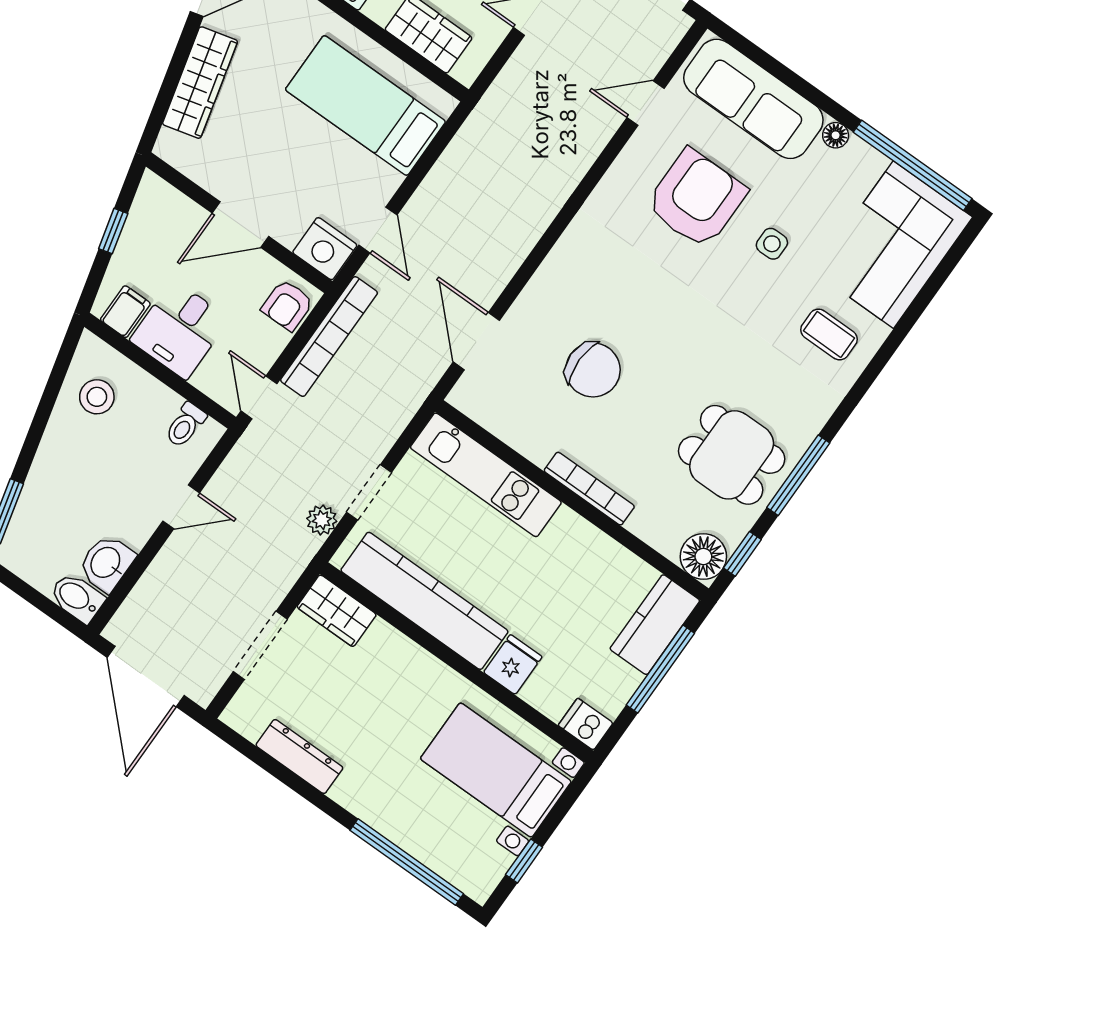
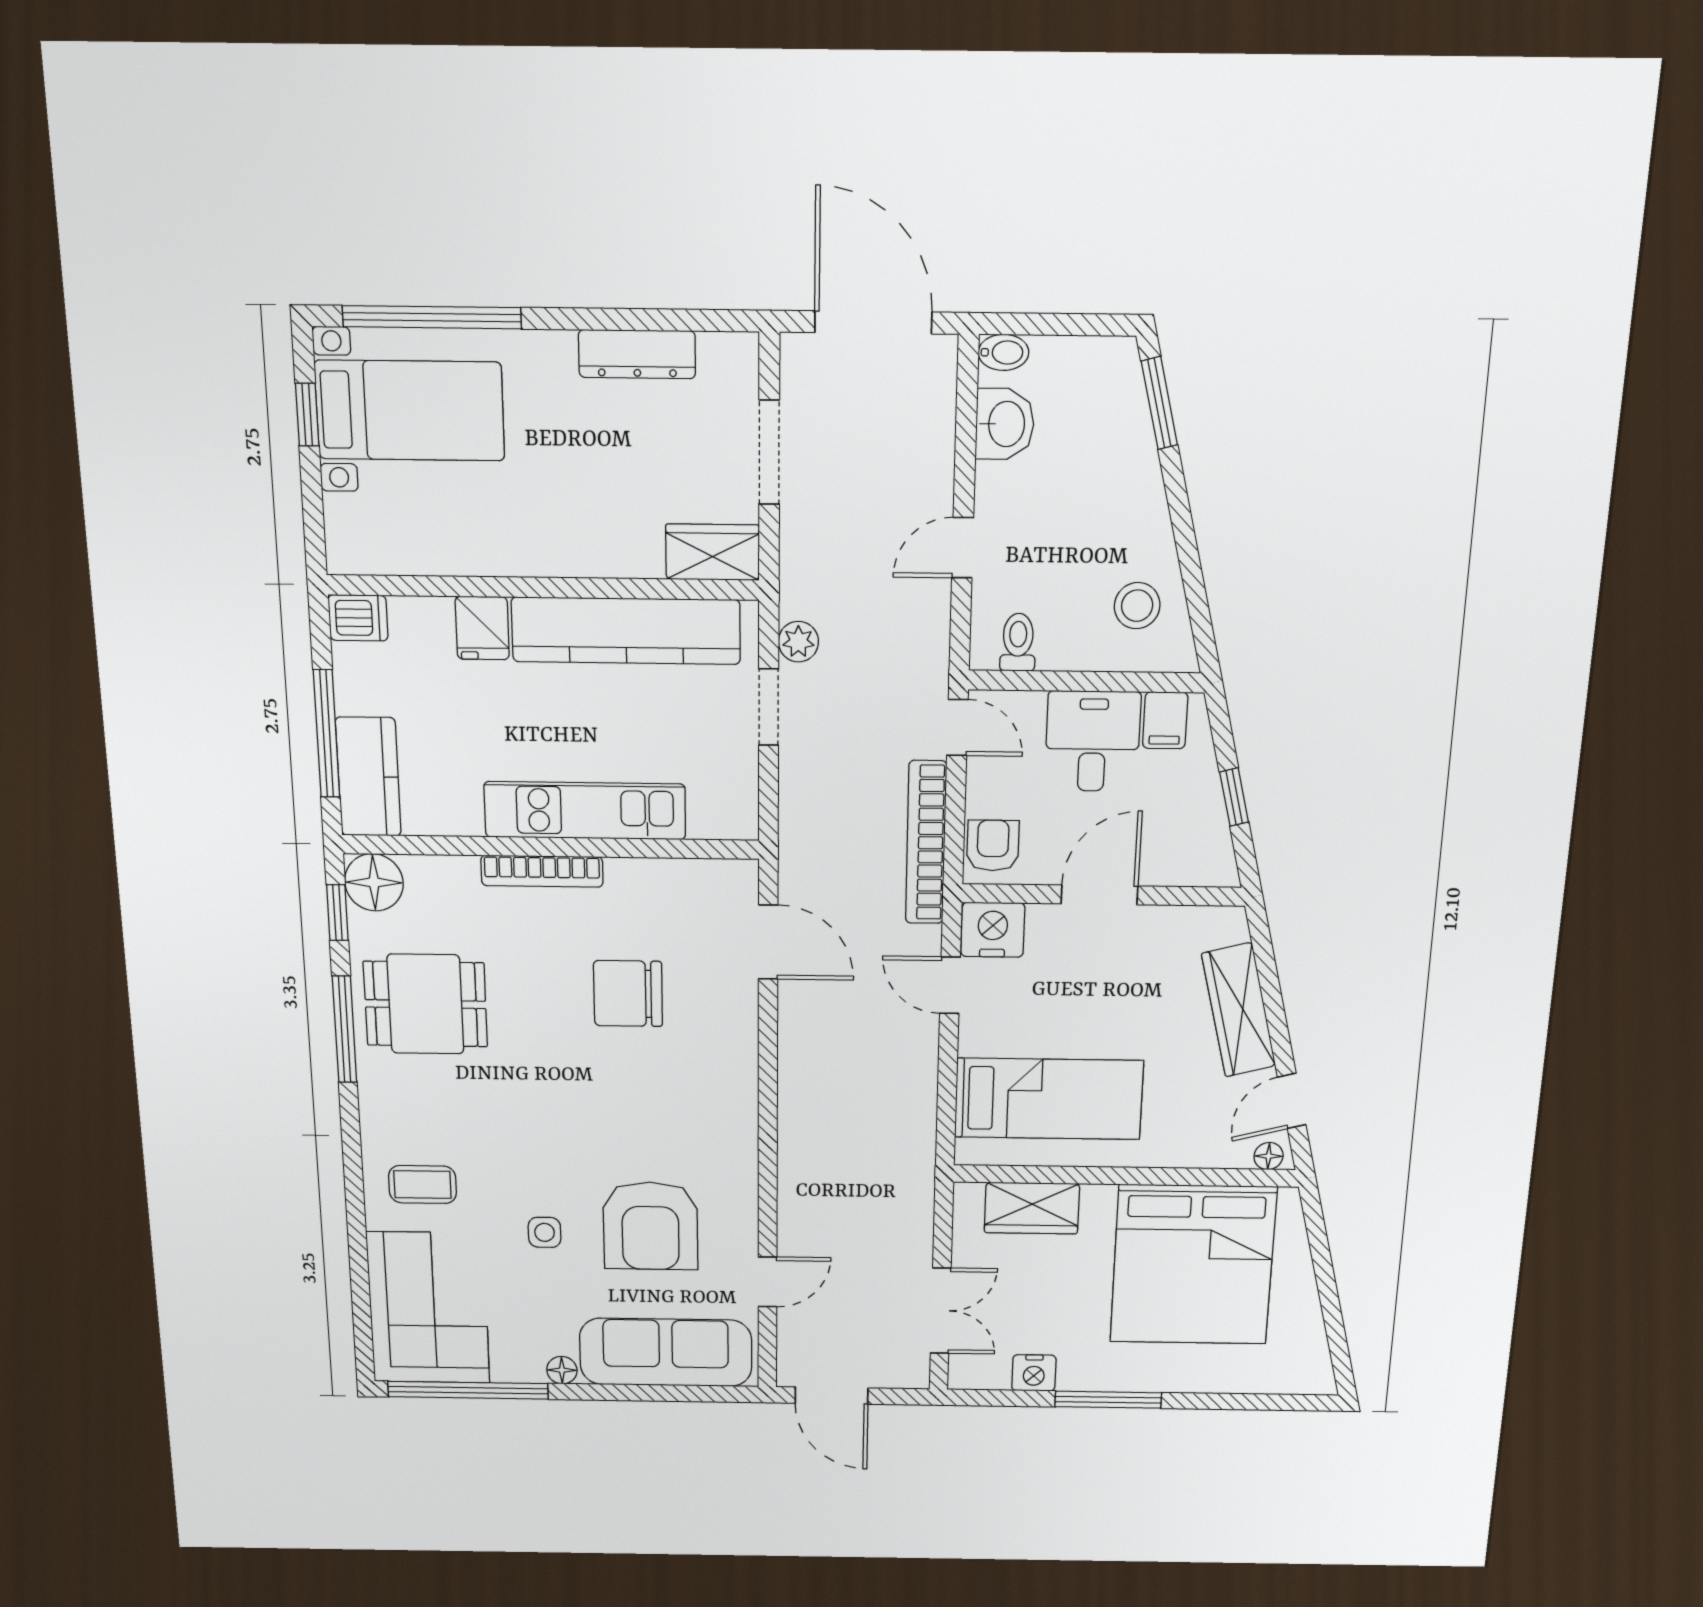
kitchen unit: (486, 475) -> (585, 811), moved
bidet: (77, 598) -> (1003, 352), width x0.72, depth x0.74
bed with nightstands: (496, 770) -> (410, 411), moved

